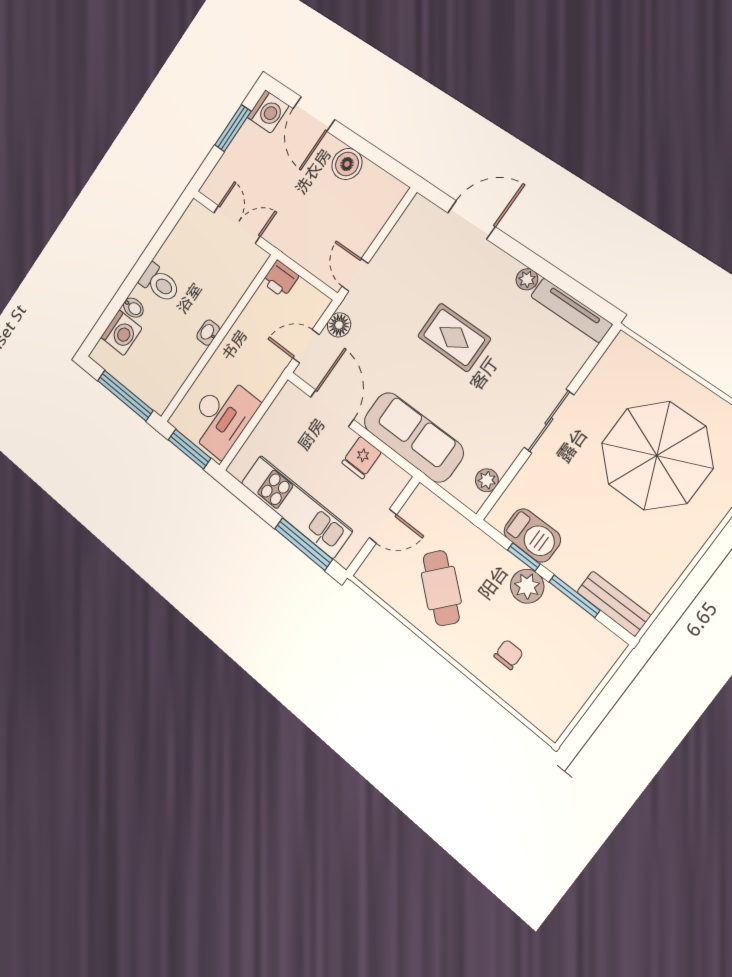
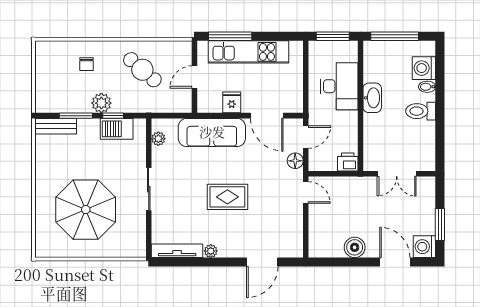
washbasin: (208, 333) -> (372, 98), width x1.91, depth x1.45
desk: (222, 416) -> (339, 86), moved, turned 180

